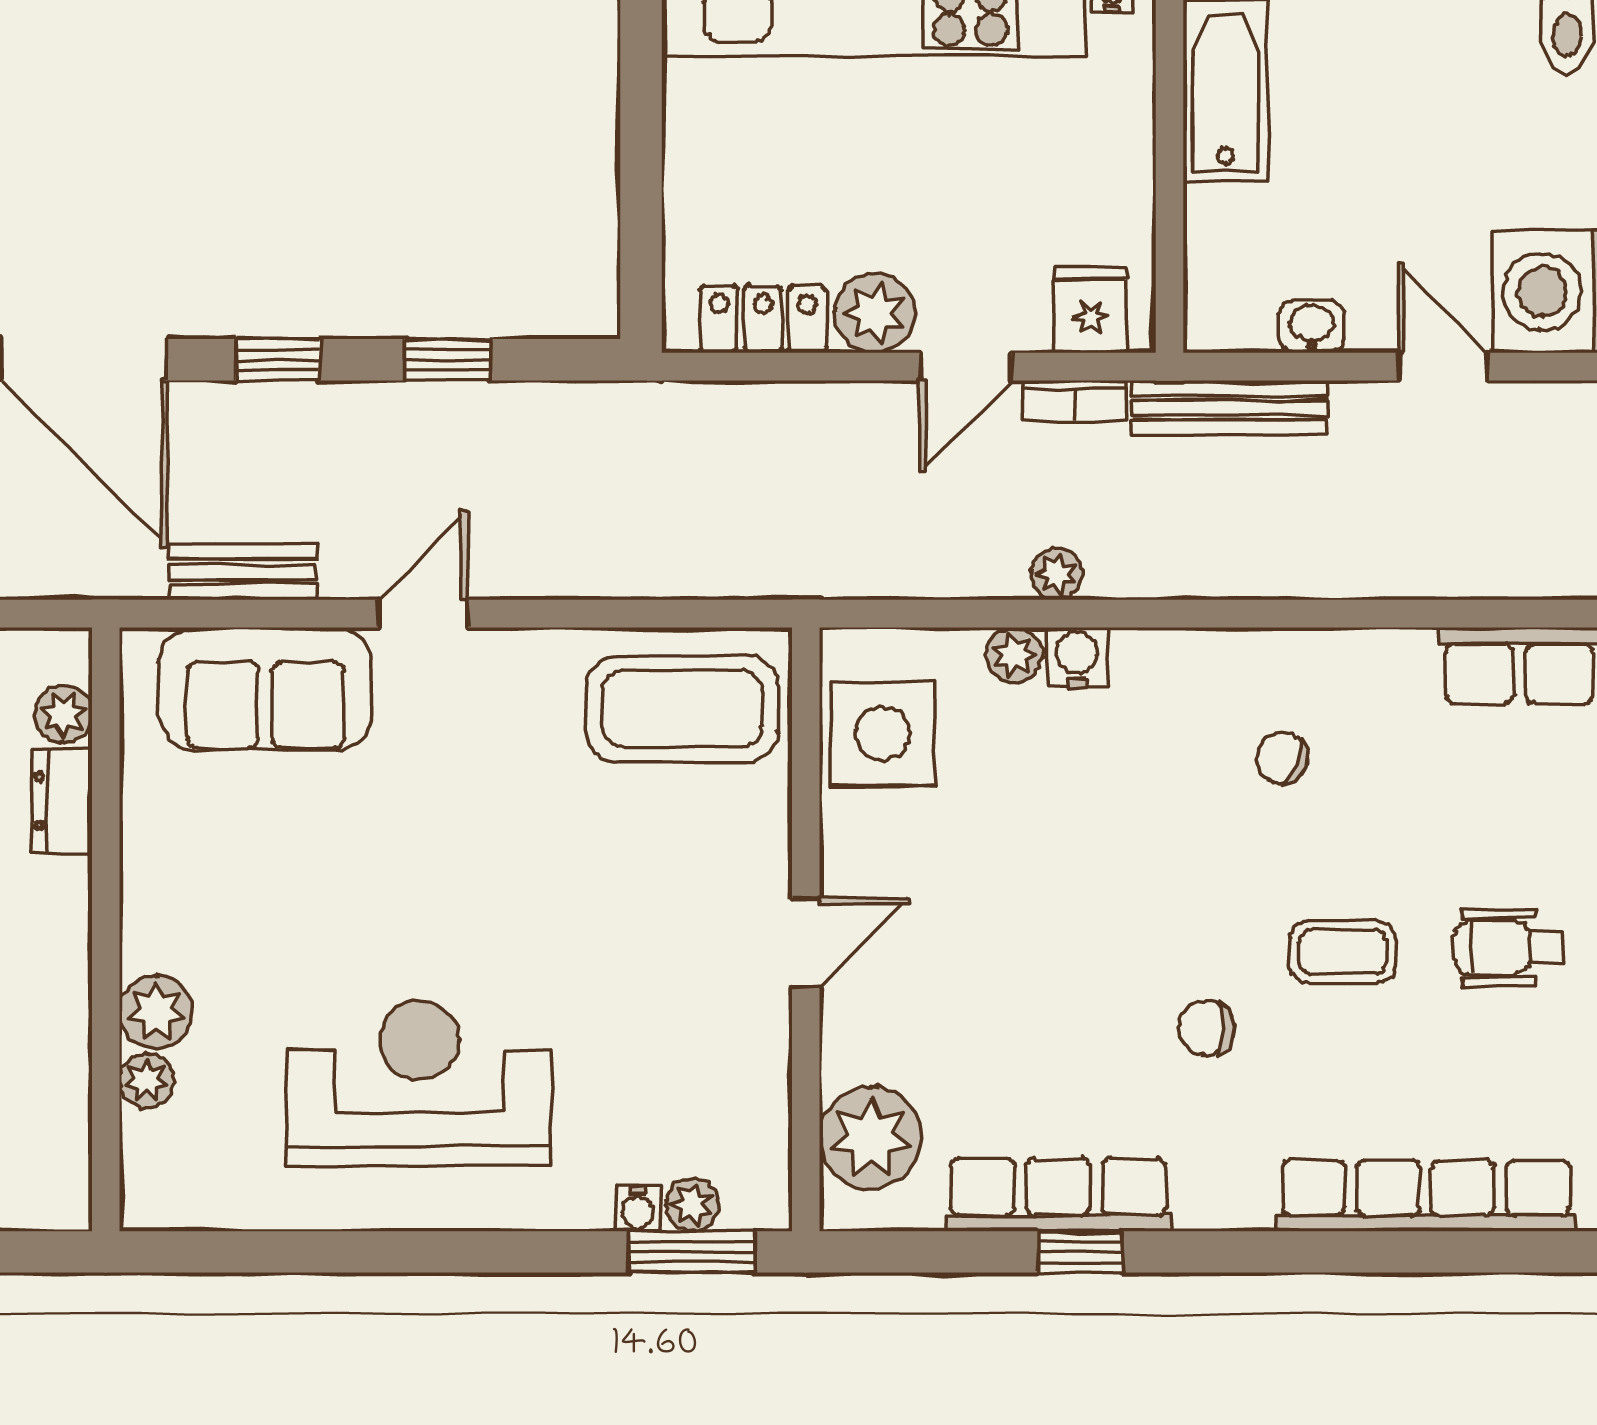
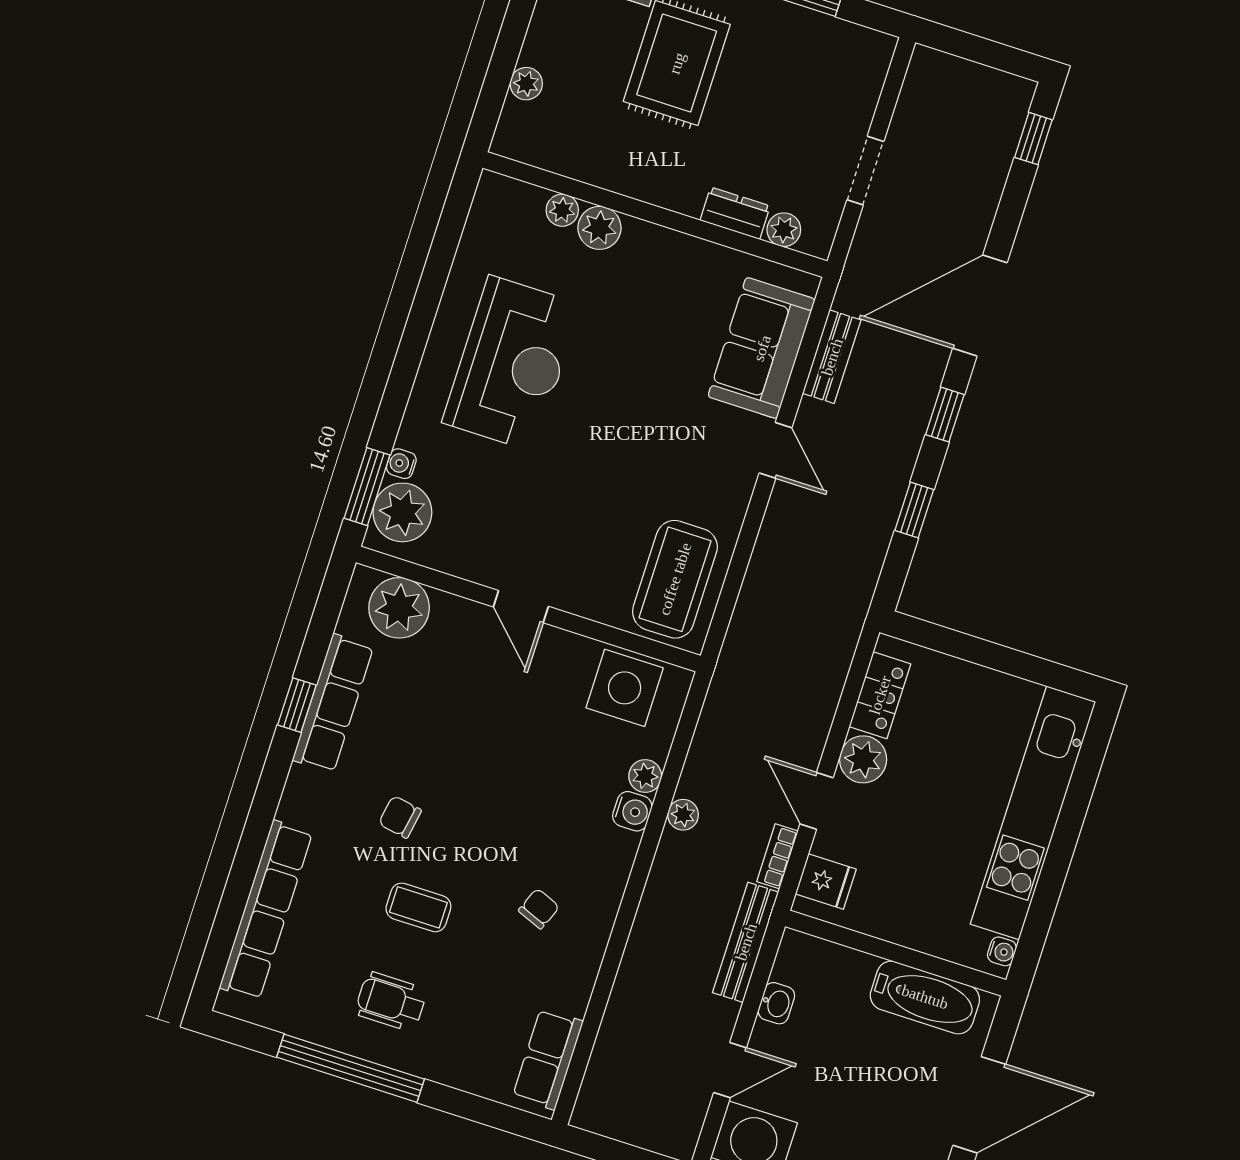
wheelchair: (1508, 948) -> (391, 1002), turned -90
coffee table: (1343, 952) -> (418, 907), turned 90
chair: (1207, 1028) -> (400, 817), turned -80
plant: (692, 1205) -> (402, 512), width x1.87, depth x1.87

